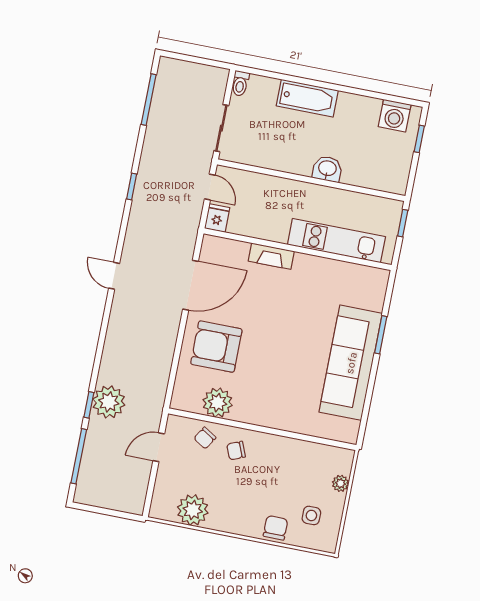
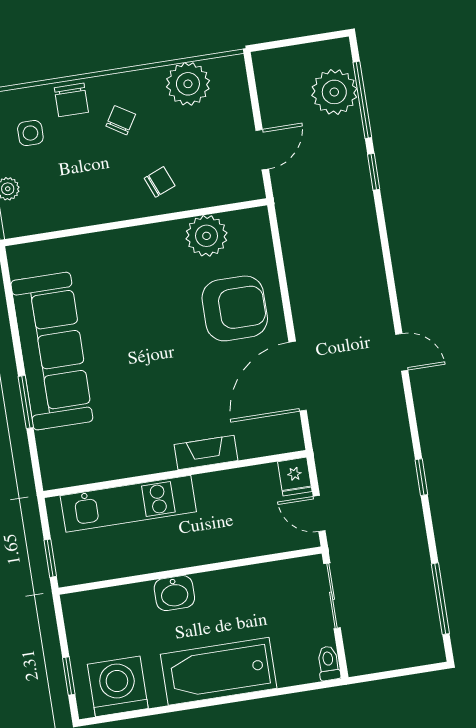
bathtub: (307, 98) -> (219, 671), width x1.36, depth x1.36
washing machine: (395, 116) -> (118, 686), width x1.37, depth x1.37
plant: (109, 402) -> (334, 92), moved
chair: (205, 438) -> (121, 120), moved

